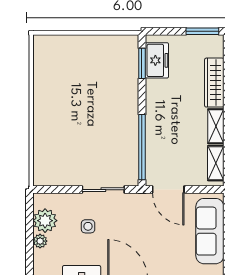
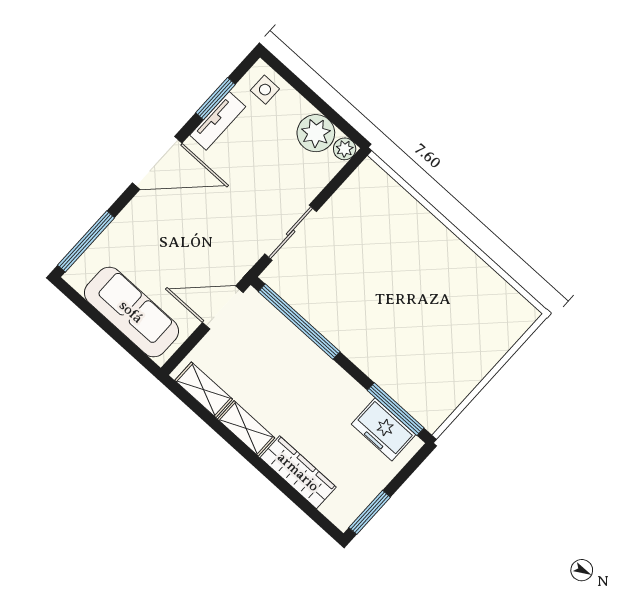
window: (142, 63) -> (396, 409), width x1.44
side table: (88, 226) -> (265, 90), moved
plant: (40, 241) -> (345, 149), moved

